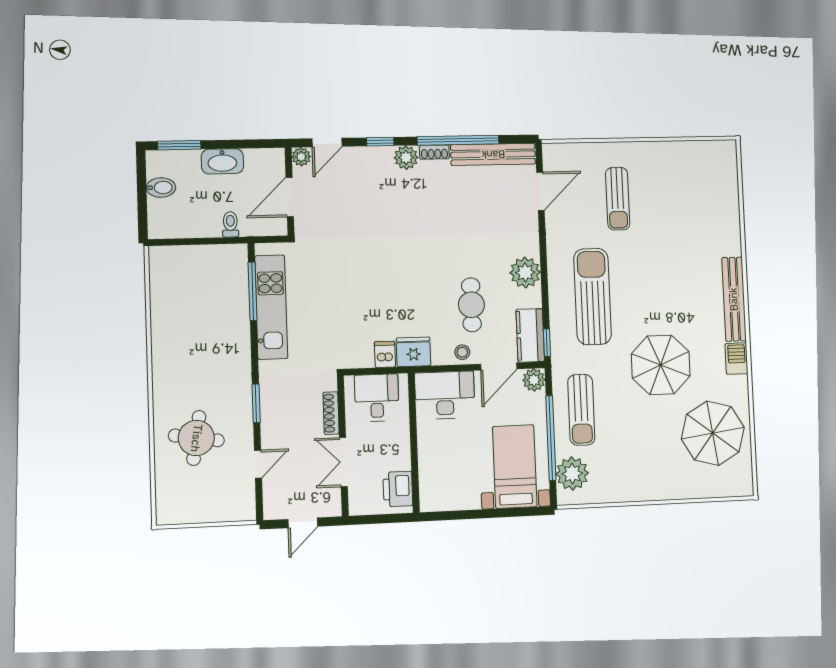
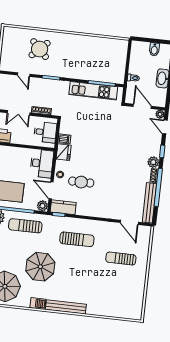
plant: (525, 272) -> (93, 209), removed
sun lounger: (593, 297) -> (77, 239), width x0.73, depth x0.75
round table: (196, 438) -> (40, 49), turned 37
double door: (343, 462) -> (19, 113), swing flipped

